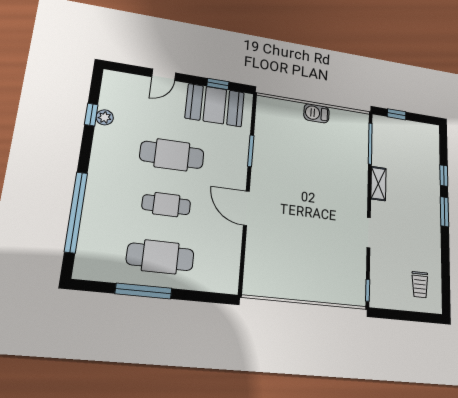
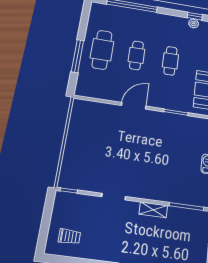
cafe table: (172, 155) -> (171, 61), width x0.73, depth x0.74
trolley: (420, 285) -> (69, 236), turned 180
window: (144, 291) -> (78, 56), moved

